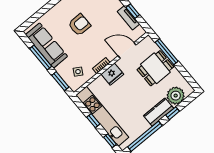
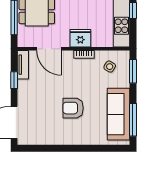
tv unit: (128, 18) -> (23, 65), moved
window: (41, 57) -> (133, 120), moved

